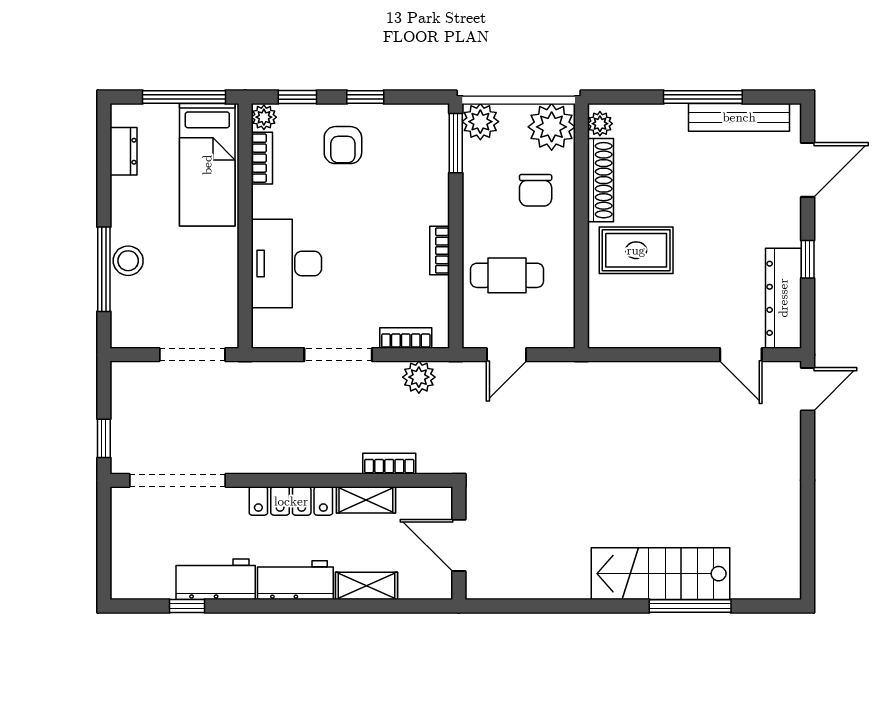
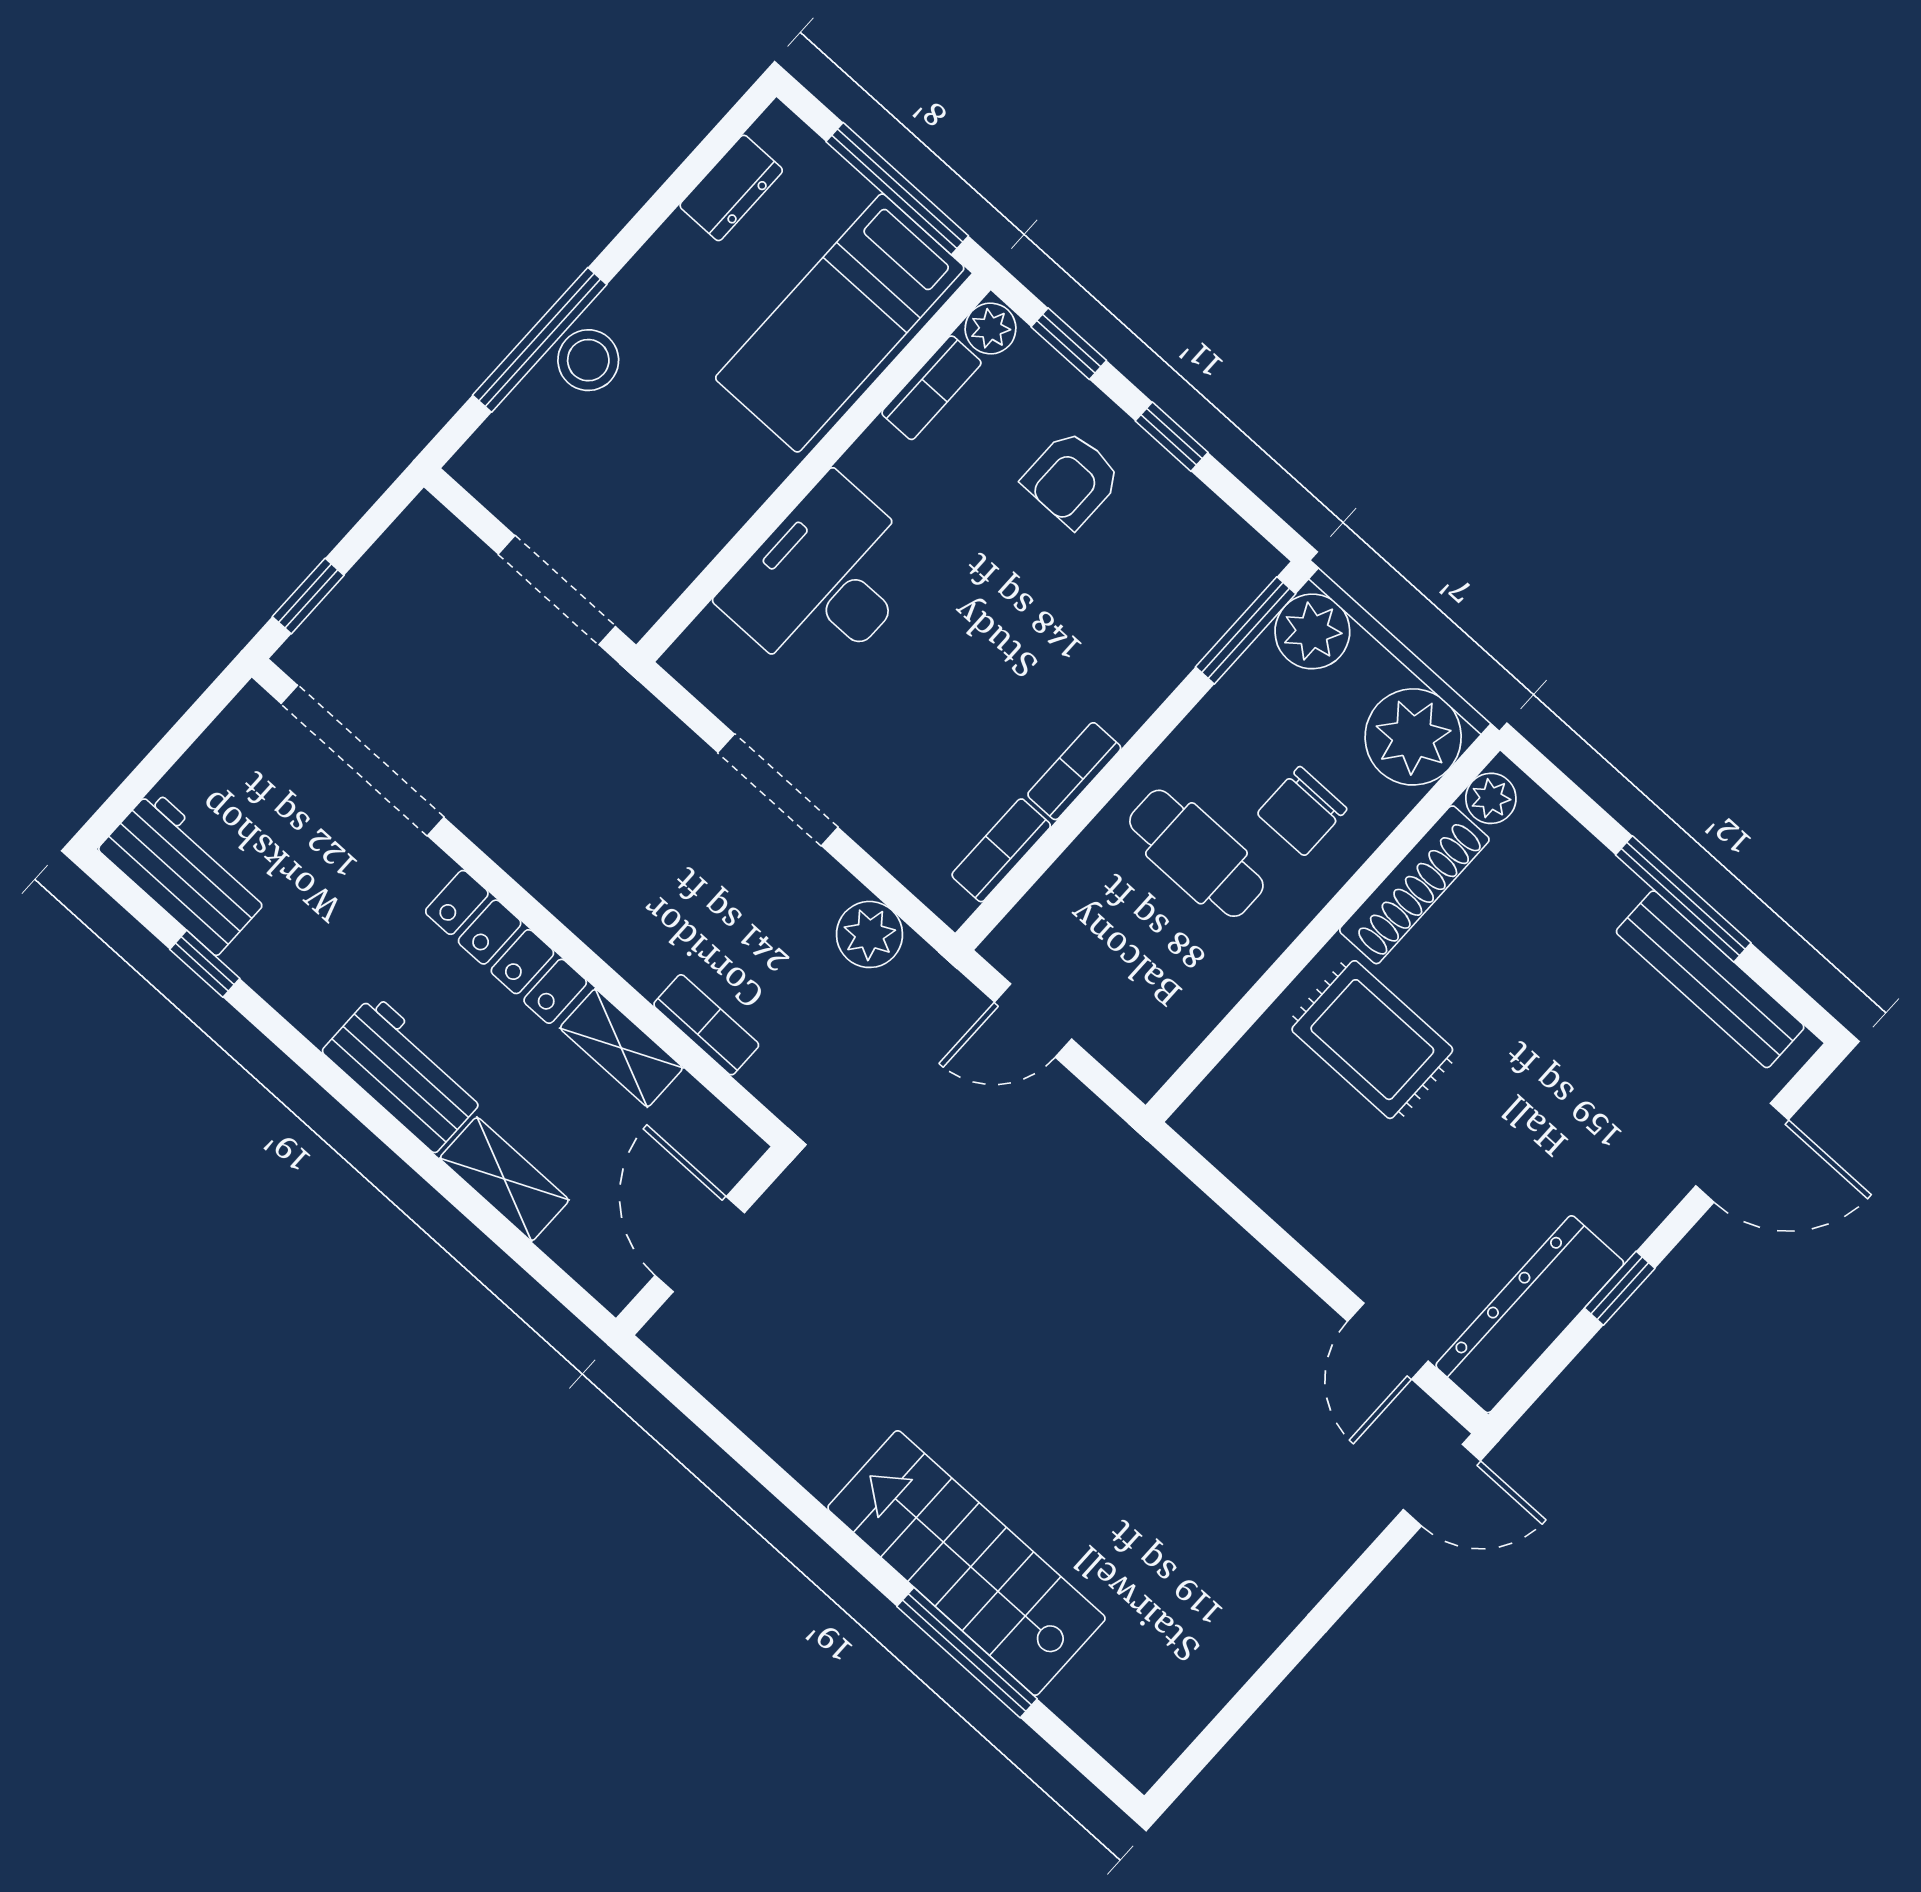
cafe table: (507, 275) -> (1196, 853), moved
bookcase: (406, 338) -> (1001, 850), moved, turned -90
workbench: (216, 579) -> (185, 872), moved

